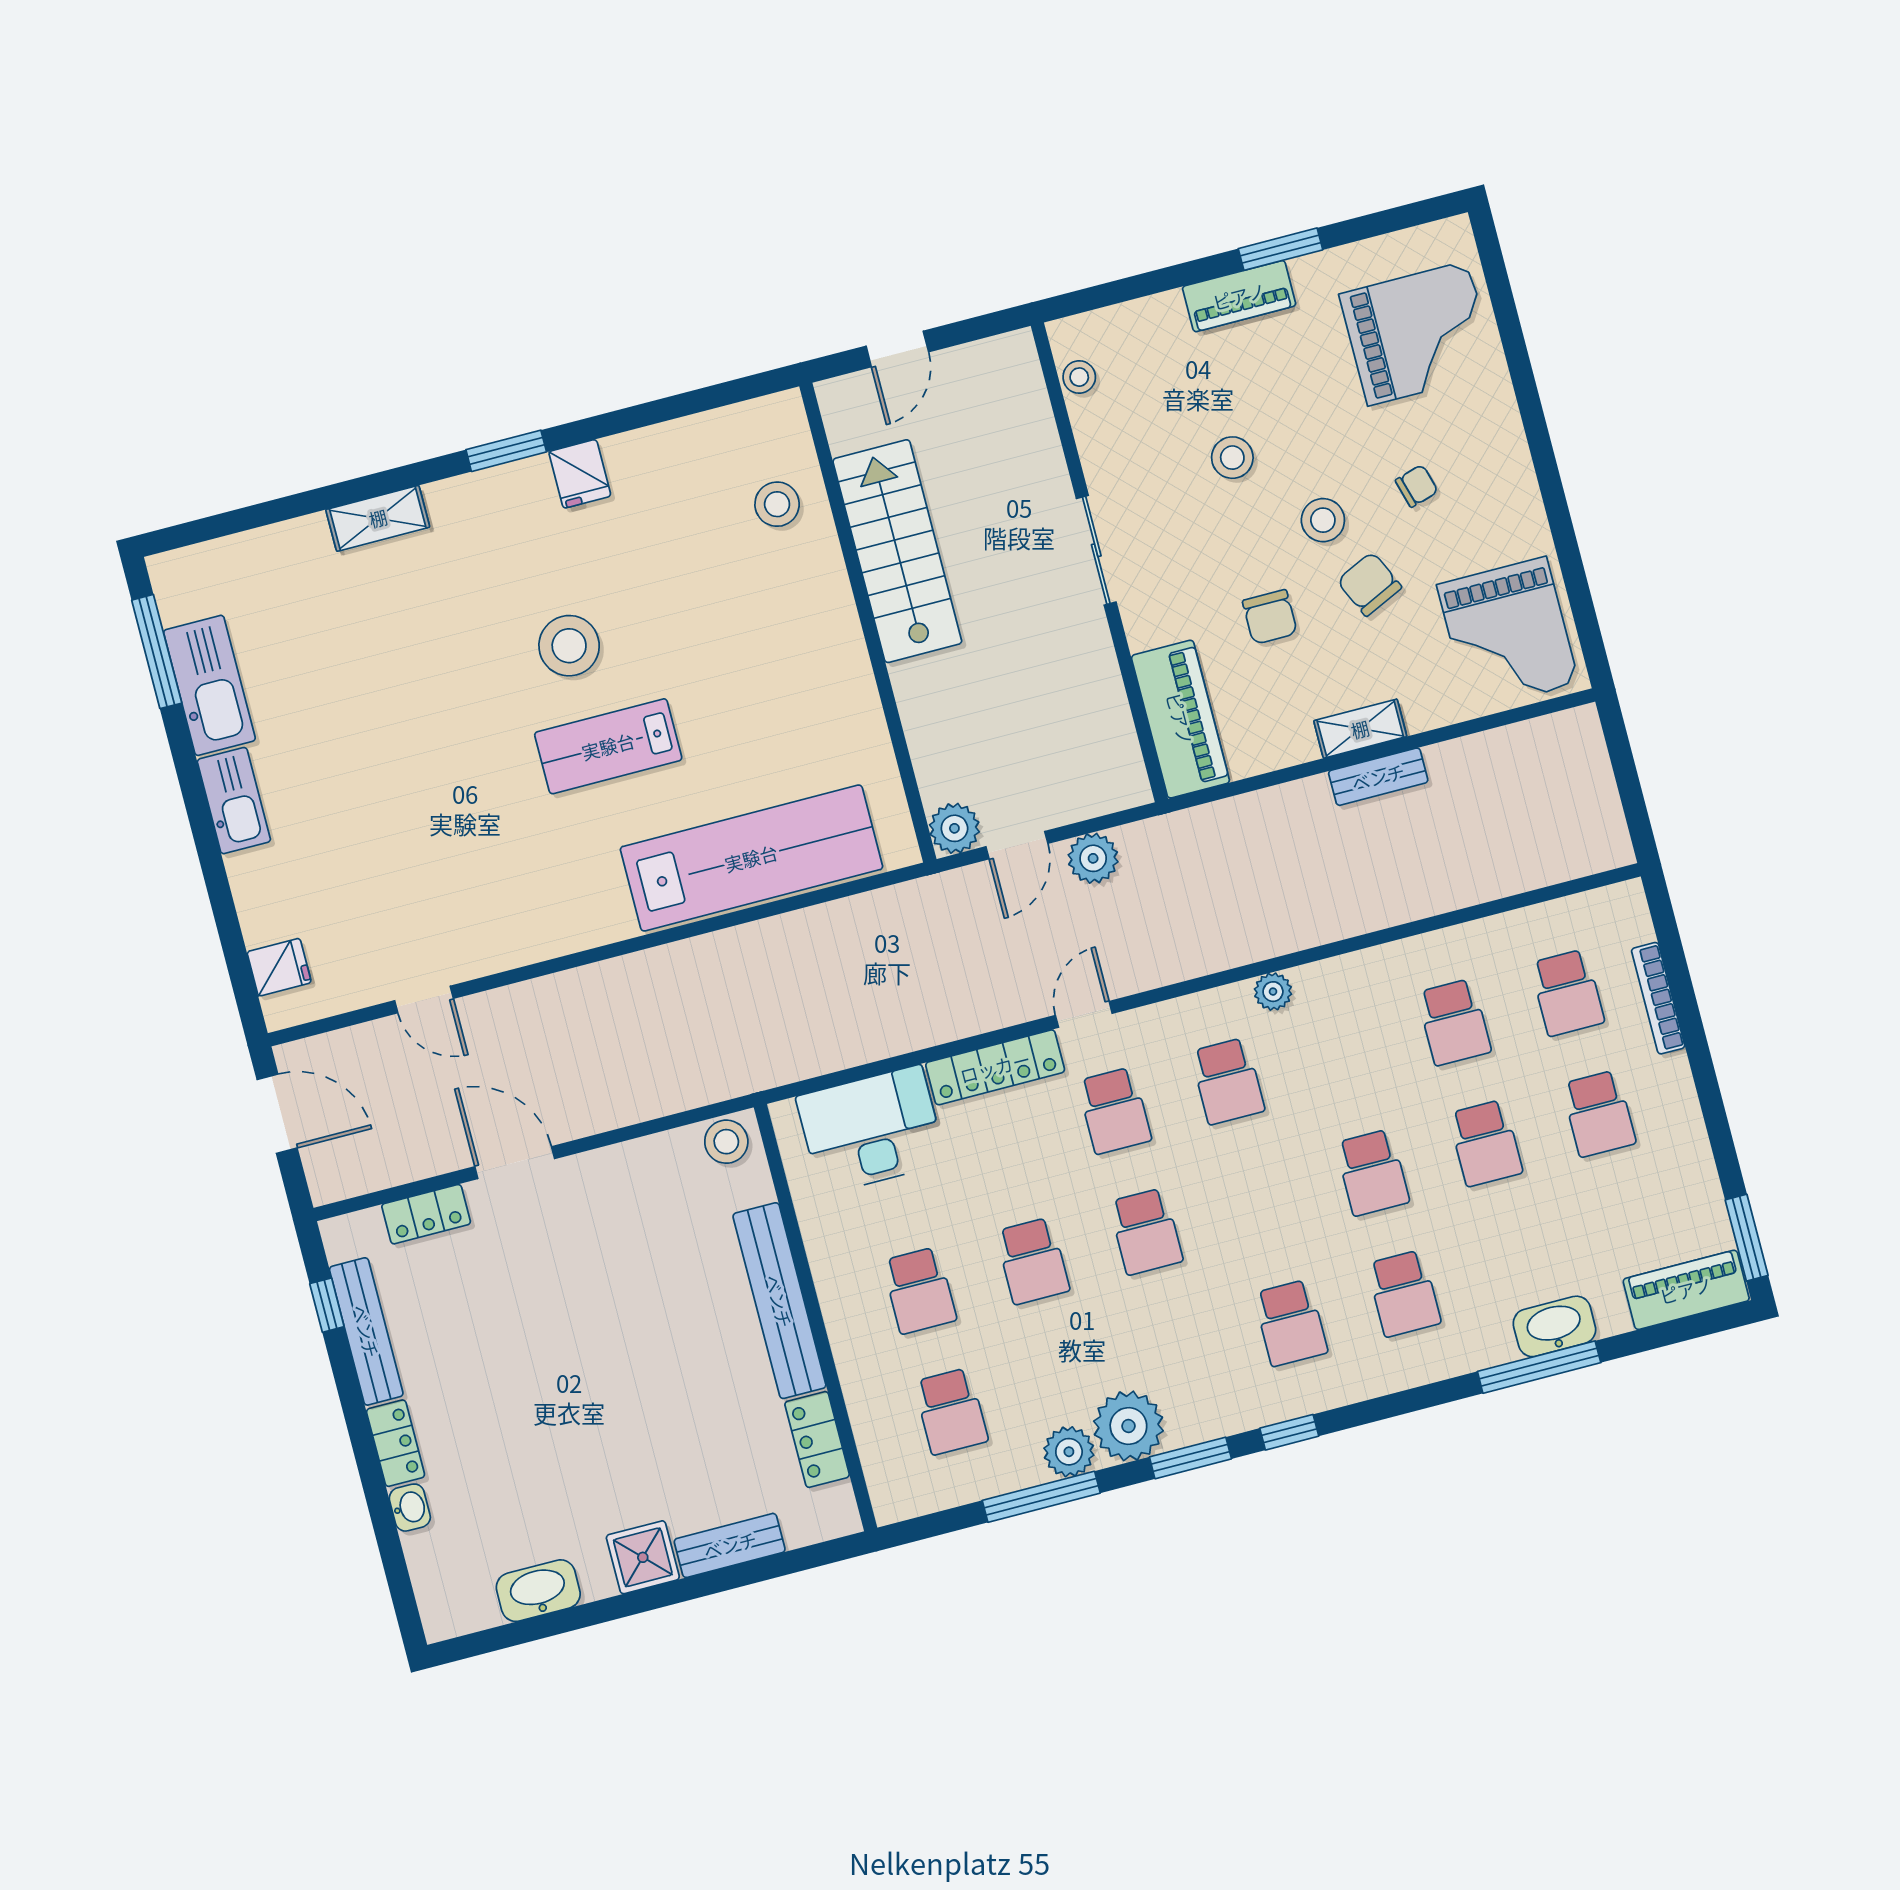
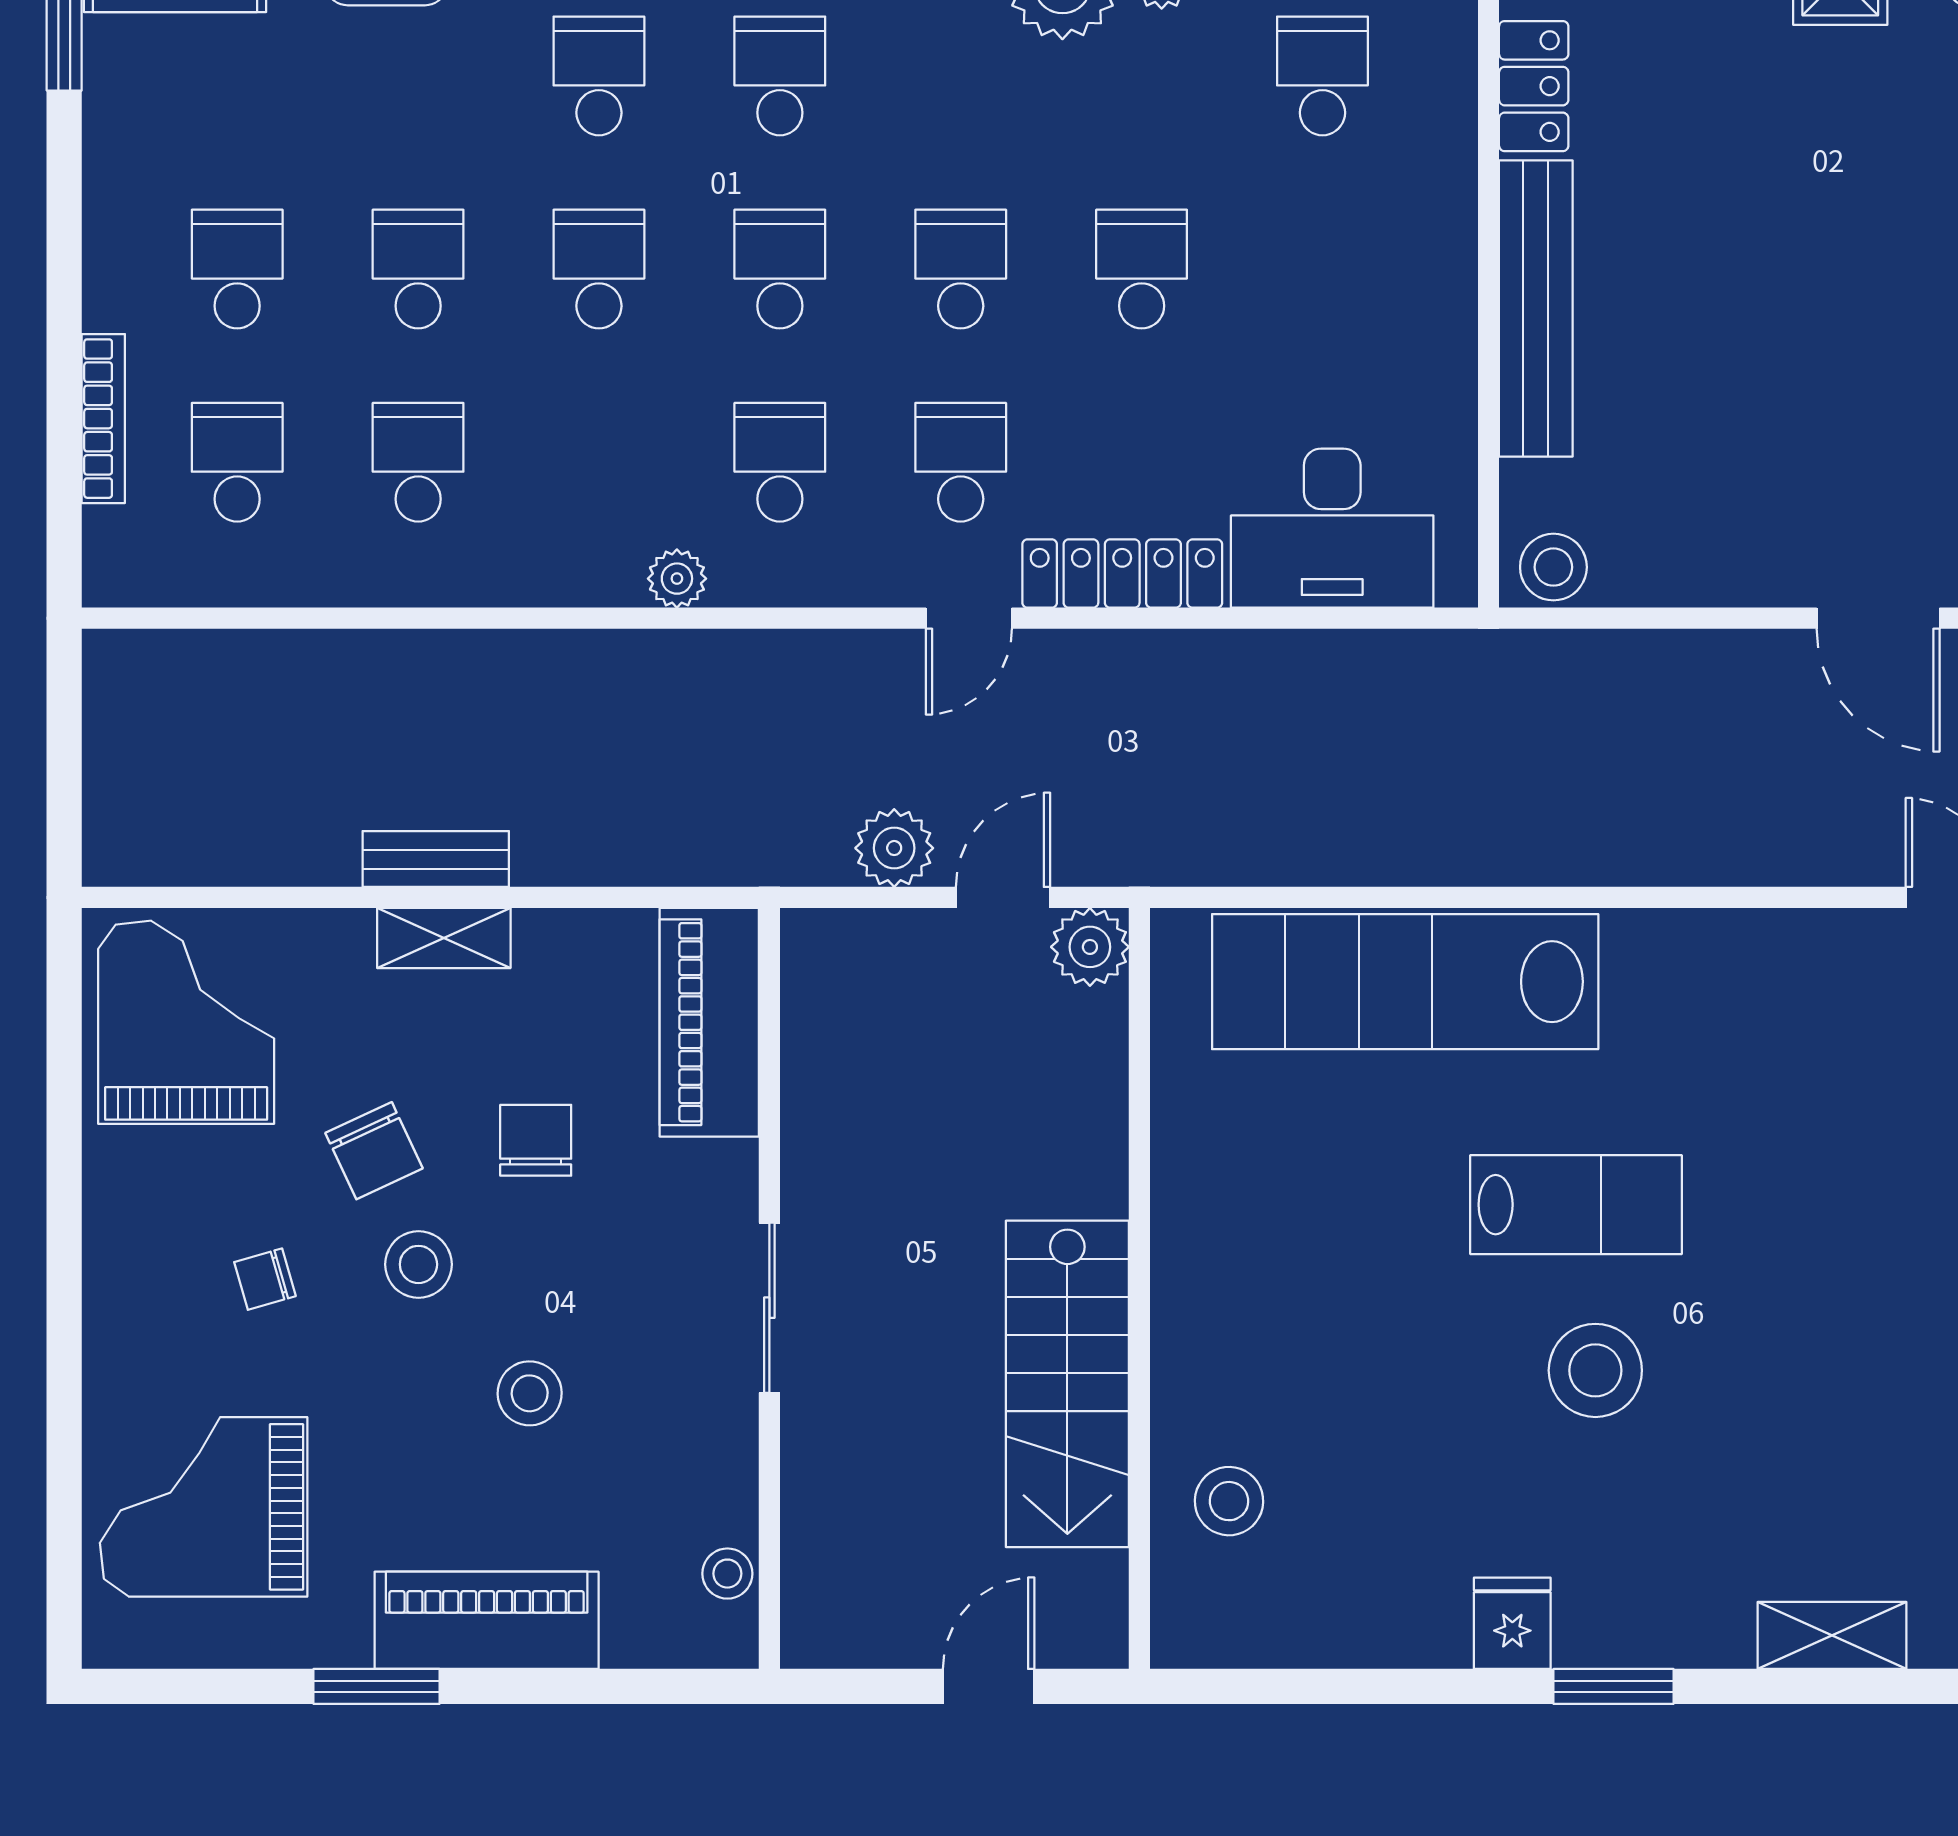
piano: (1239, 296) -> (487, 1620), width x1.37, depth x1.33
school desk: (919, 1290) -> (780, 269), moved

